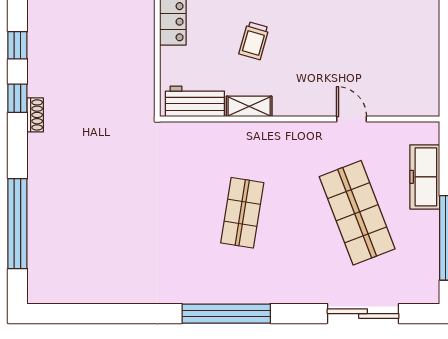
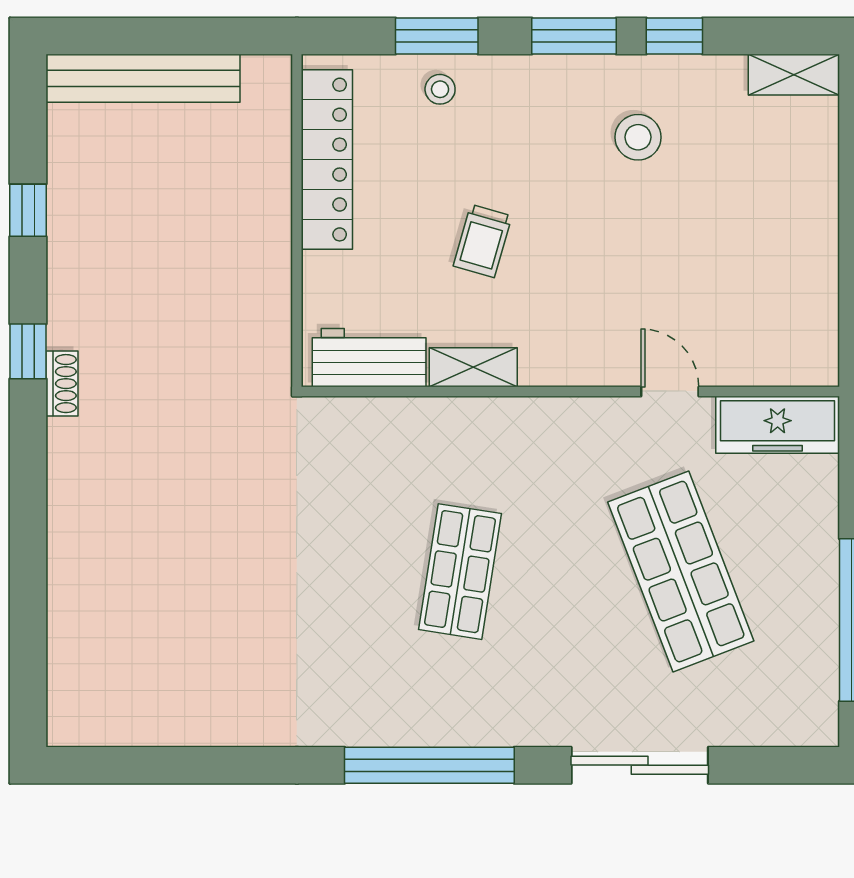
window: (17, 45) -> (28, 210), moved
freezer: (425, 177) -> (778, 425), moved, turned -90
window: (17, 224) -> (28, 593), removed
sliding door: (363, 314) -> (640, 765), moved

